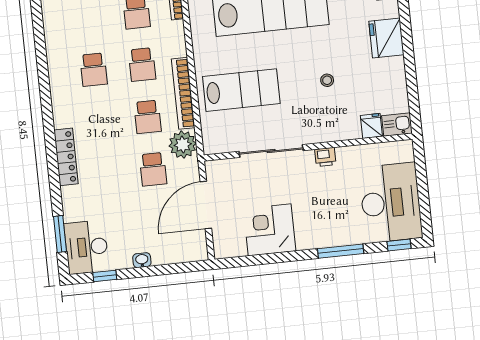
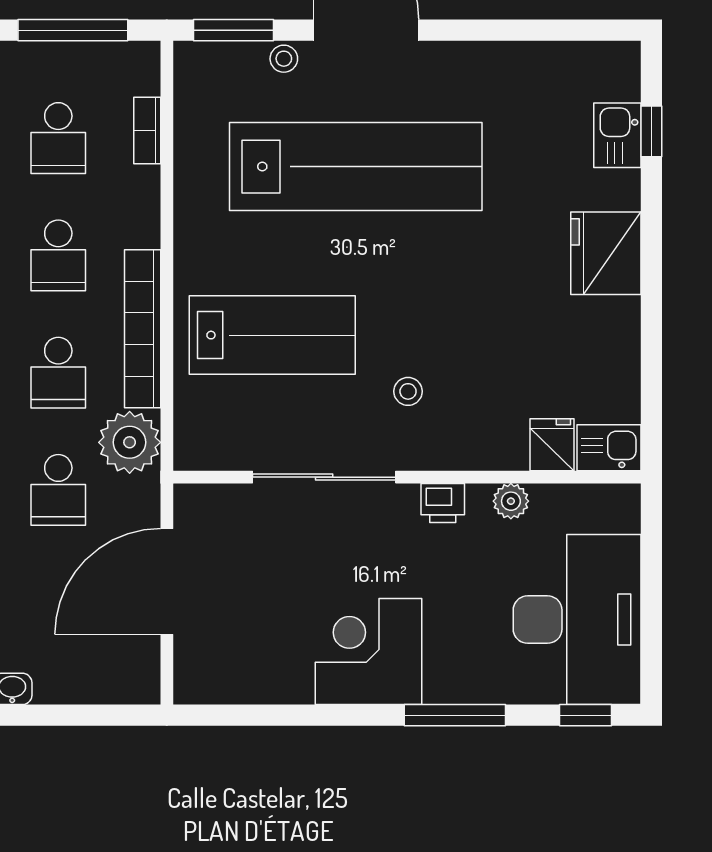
stool: (327, 80) -> (408, 391), moved
plant: (356, 153) -> (511, 501), added
corner desk: (270, 230) -> (368, 652), moved

